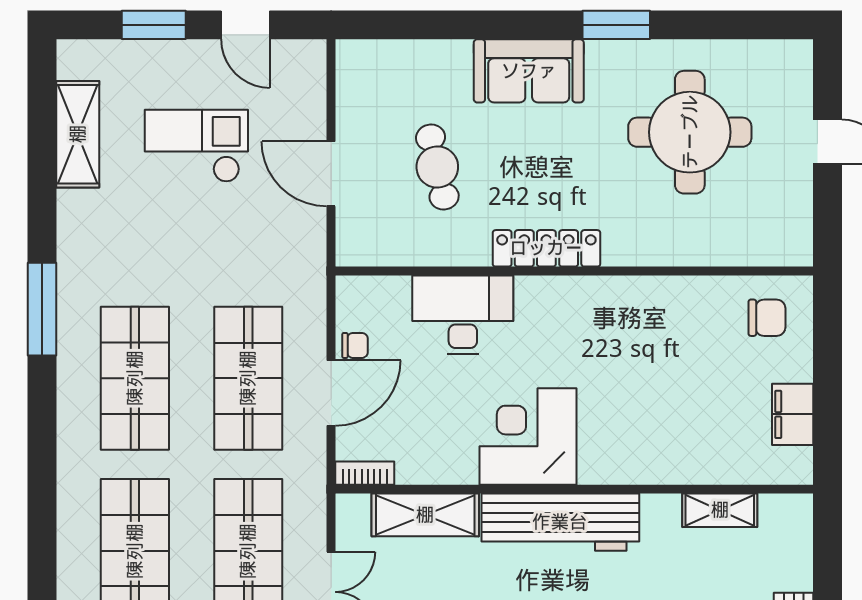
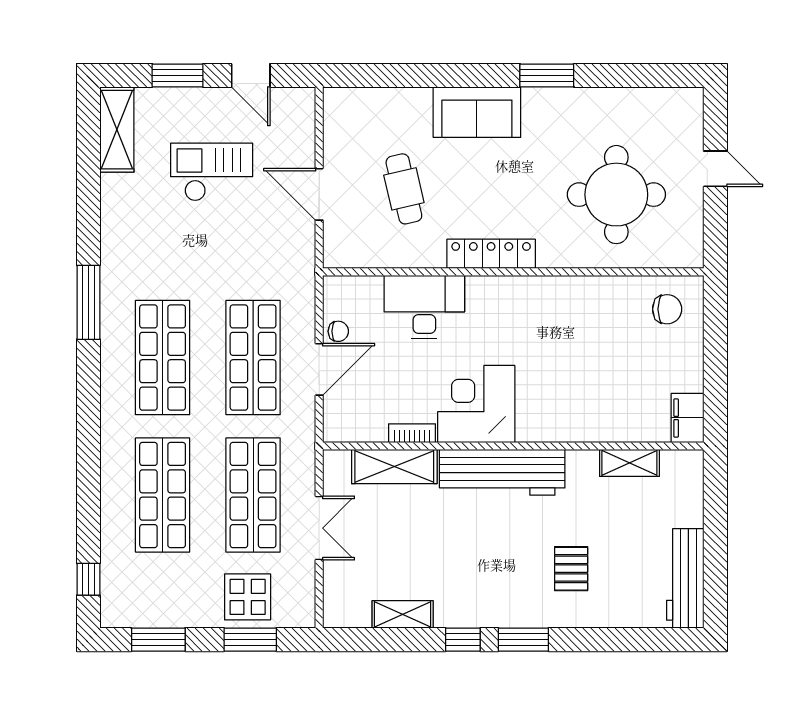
round table: (690, 132) -> (616, 195), moved
shelving: (78, 134) -> (117, 130), moved
filing cabinet: (793, 414) -> (688, 418), moved
bookcase: (365, 473) -> (412, 433), moved

